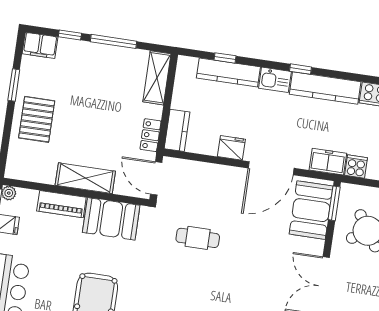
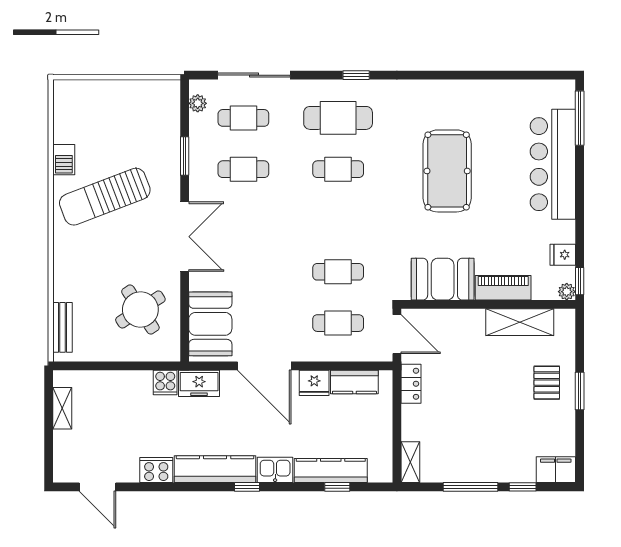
shelving: (157, 78) -> (410, 462), width x0.67, depth x0.75
window: (14, 85) -> (580, 391), moved
pallet: (37, 119) -> (547, 383), width x0.67, depth x0.71
kitchen counter: (177, 130) -> (354, 382), moved, turned -90
door: (271, 168) -> (264, 366), swing flipped
shelving: (85, 178) -> (520, 322), moved
cafe table: (204, 195) -> (338, 323), added
window: (334, 203) -> (185, 336), removed

